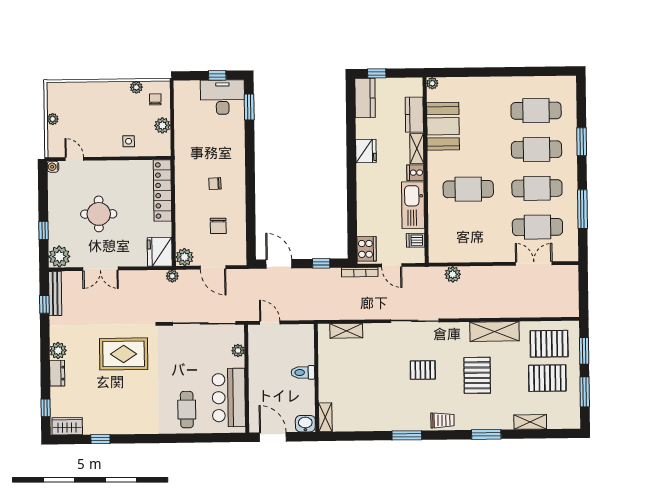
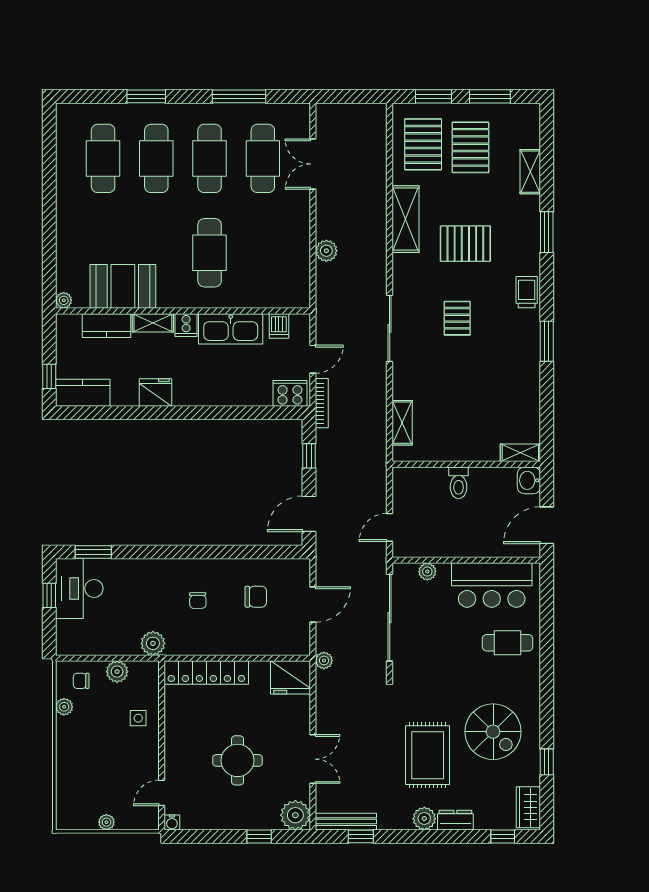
plant: (185, 257) -> (153, 643), moved
plant: (453, 274) -> (326, 251), moved
rug: (124, 354) -> (428, 755), moved
spiral stairs: (122, 400) -> (493, 732), added

